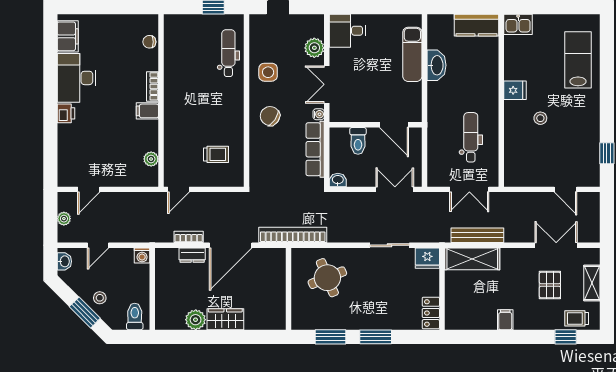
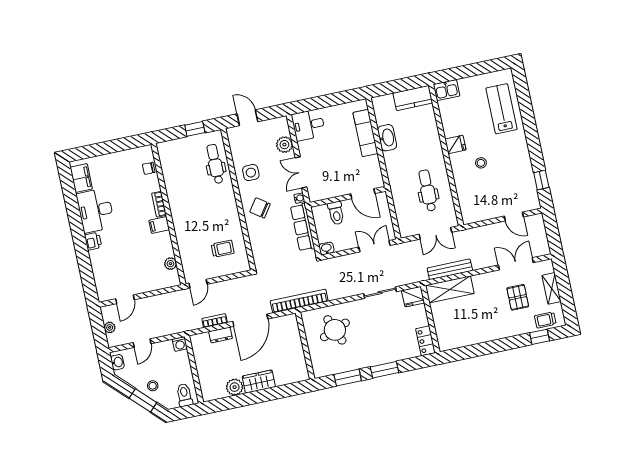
filing cabinet: (505, 320) -> (487, 333), removed

